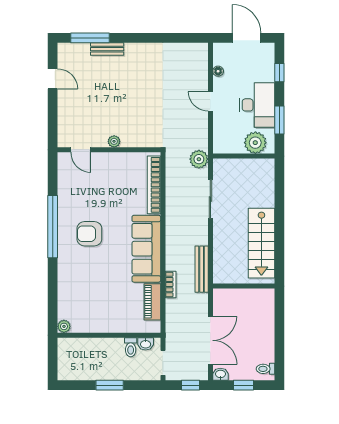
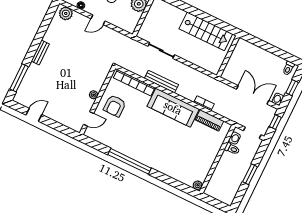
bench: (107, 49) -> (40, 52), moved
plant: (199, 159) -> (66, 13), moved
armchair: (89, 234) -> (115, 106), moved
bench: (202, 269) -> (161, 82), moved

